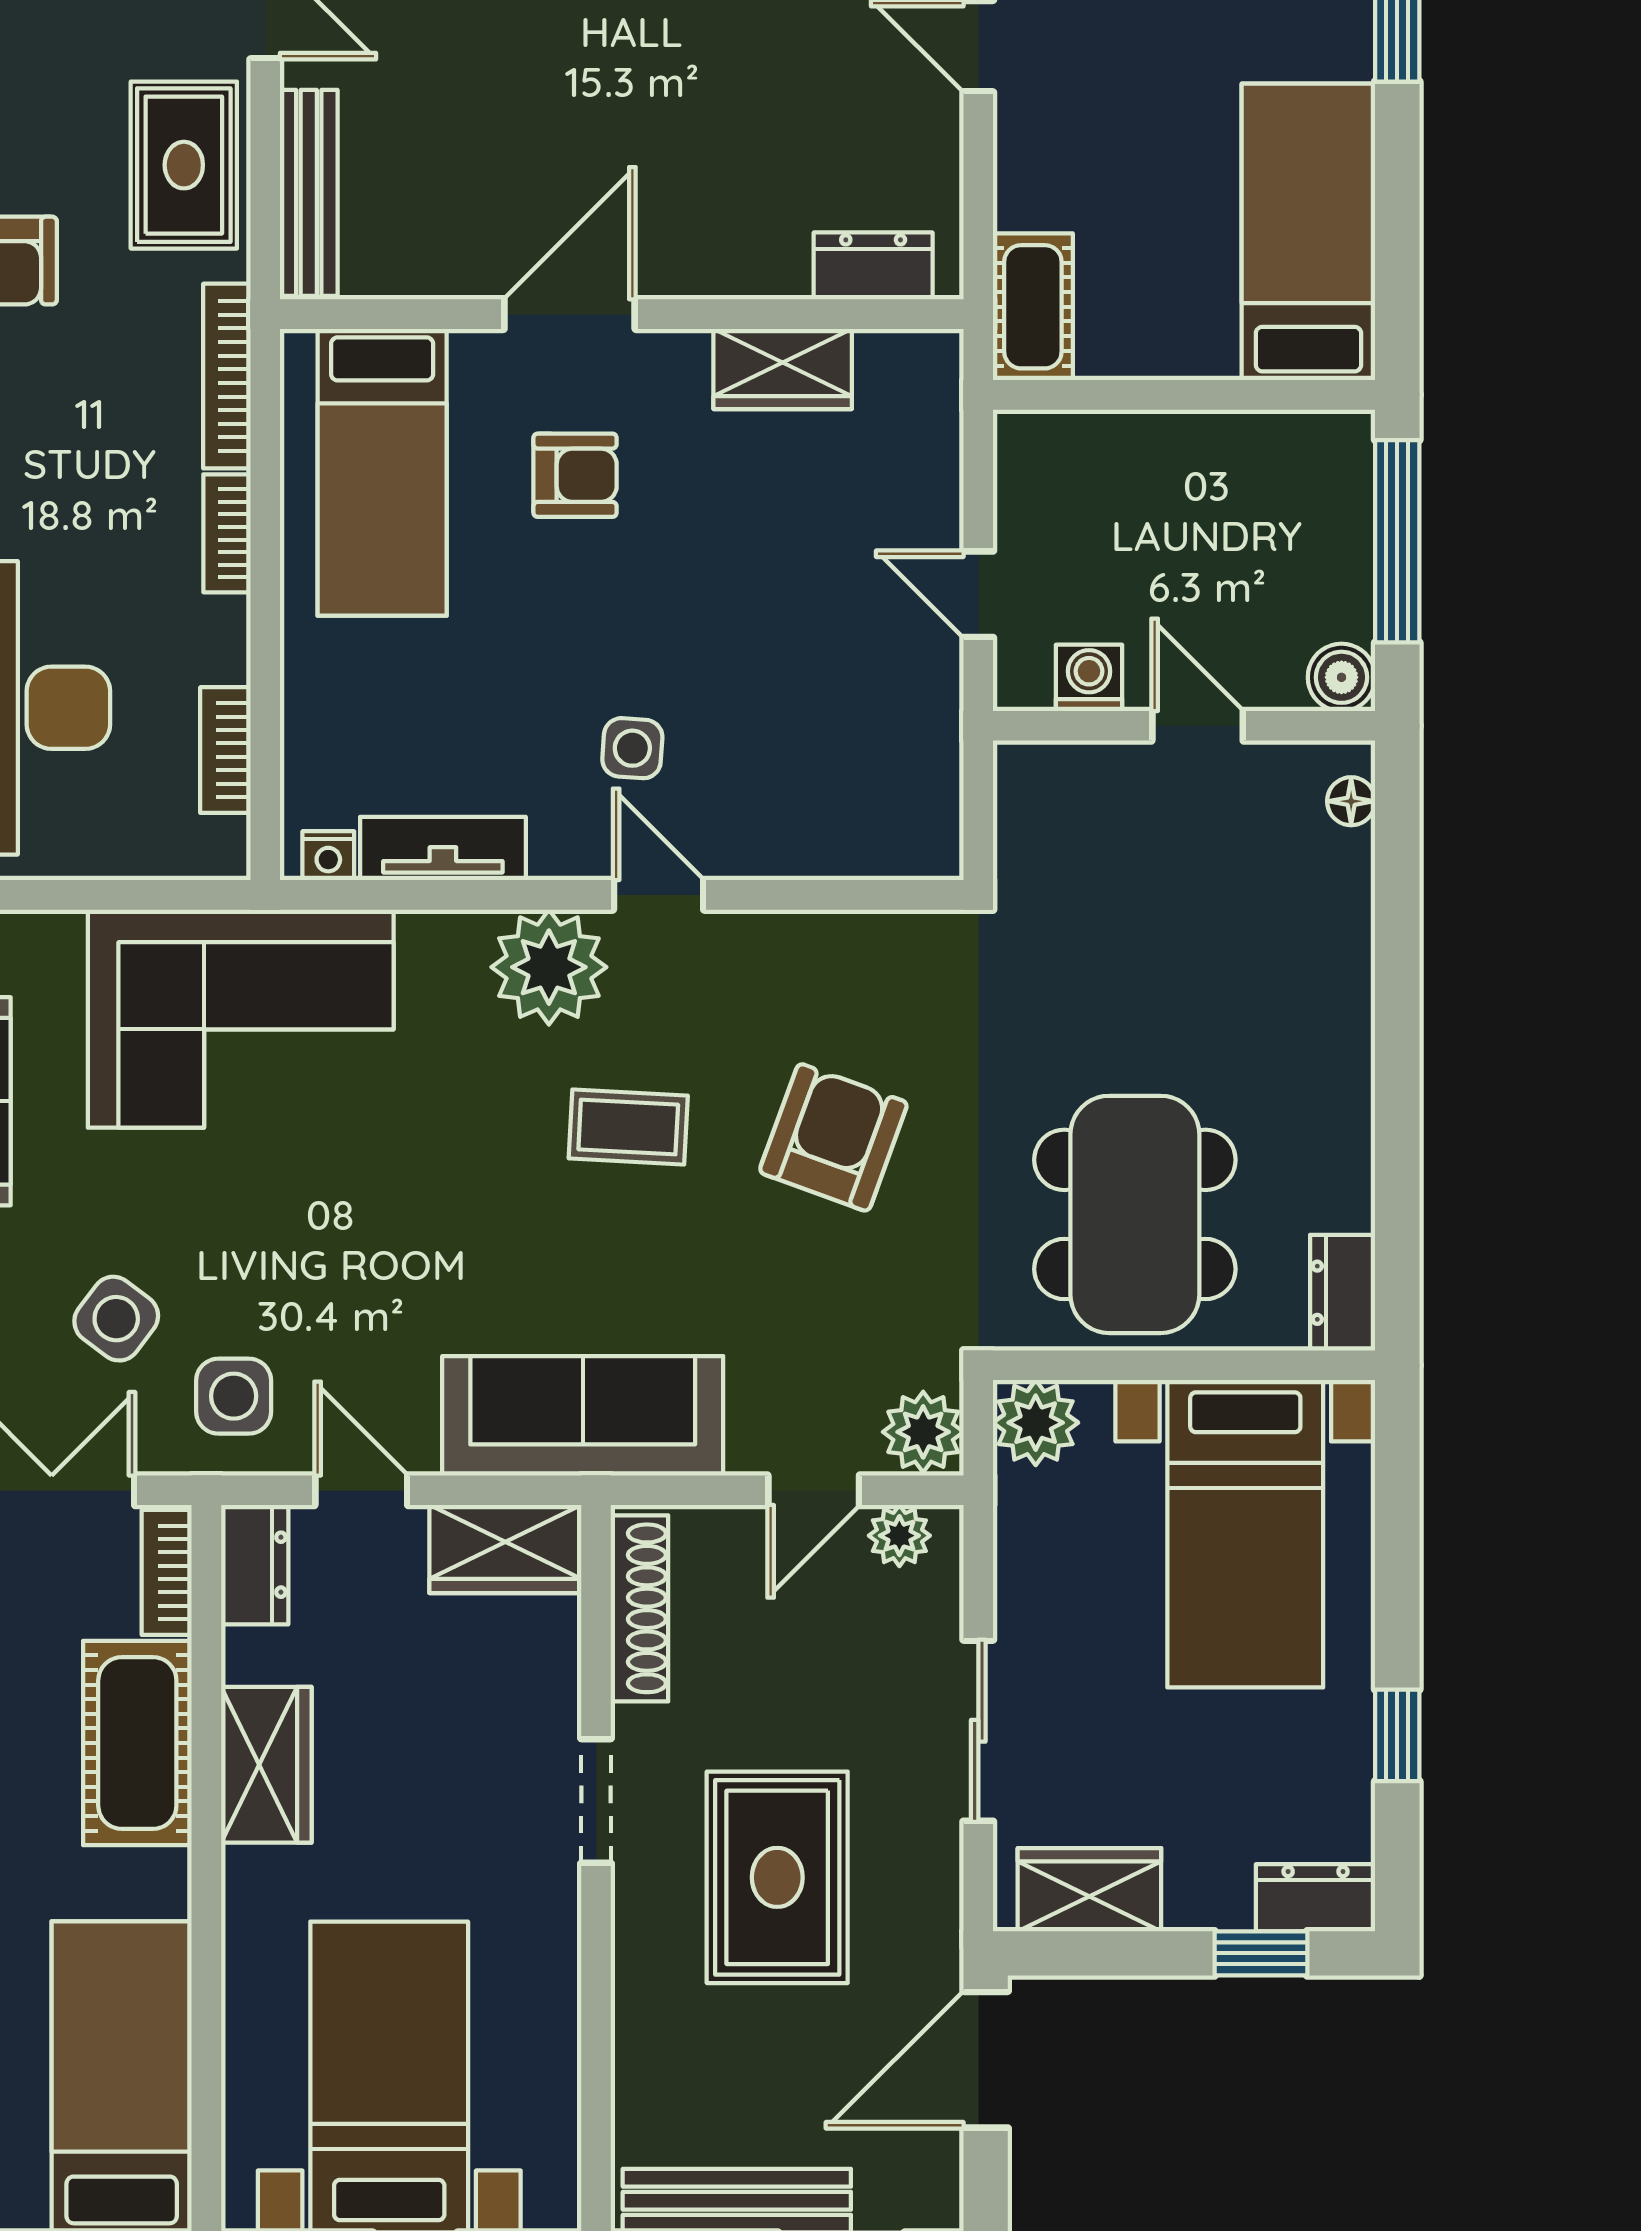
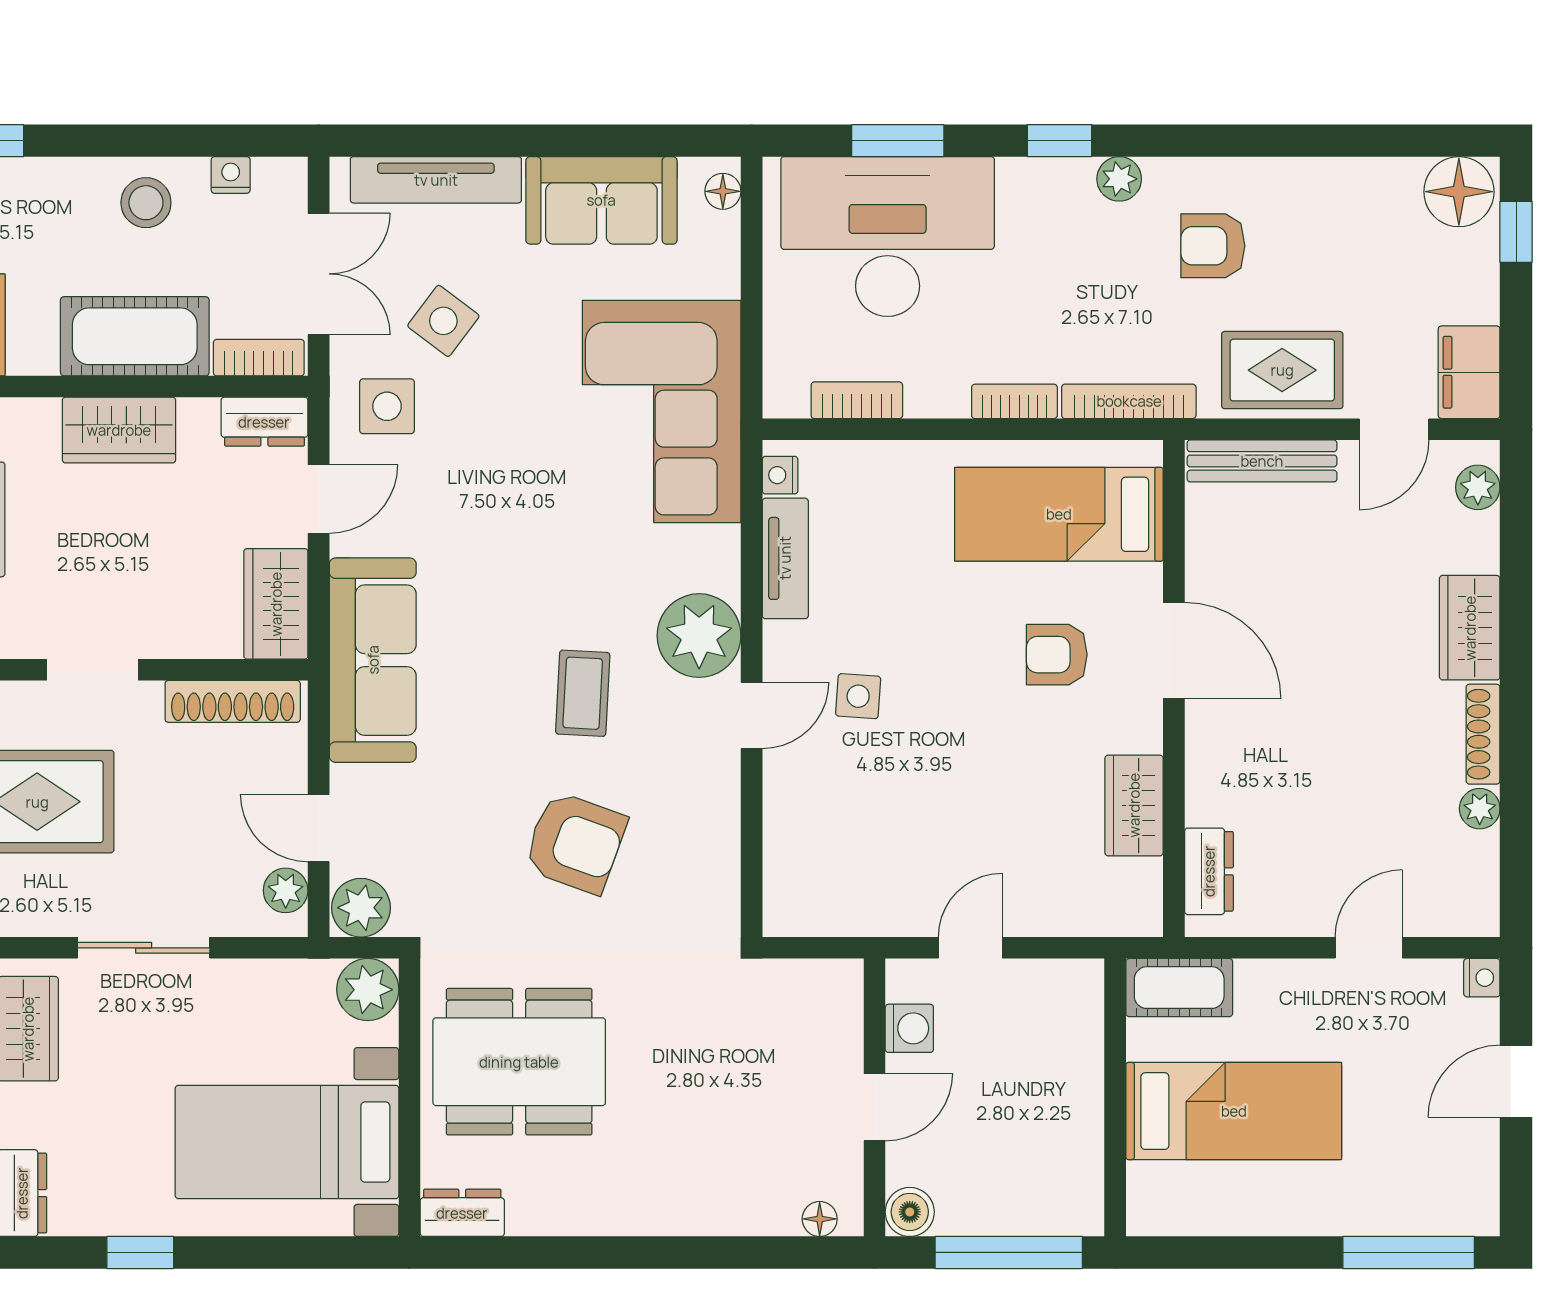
bed: (1308, 232) -> (1234, 1111), moved
armchair: (575, 475) -> (1057, 655), turned 90

